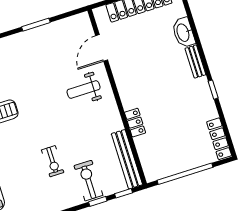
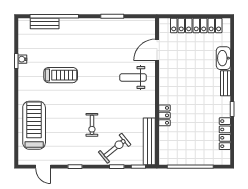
locker: (219, 139) -> (225, 134), moved
exercise bike: (88, 180) -> (115, 148), turned 51

